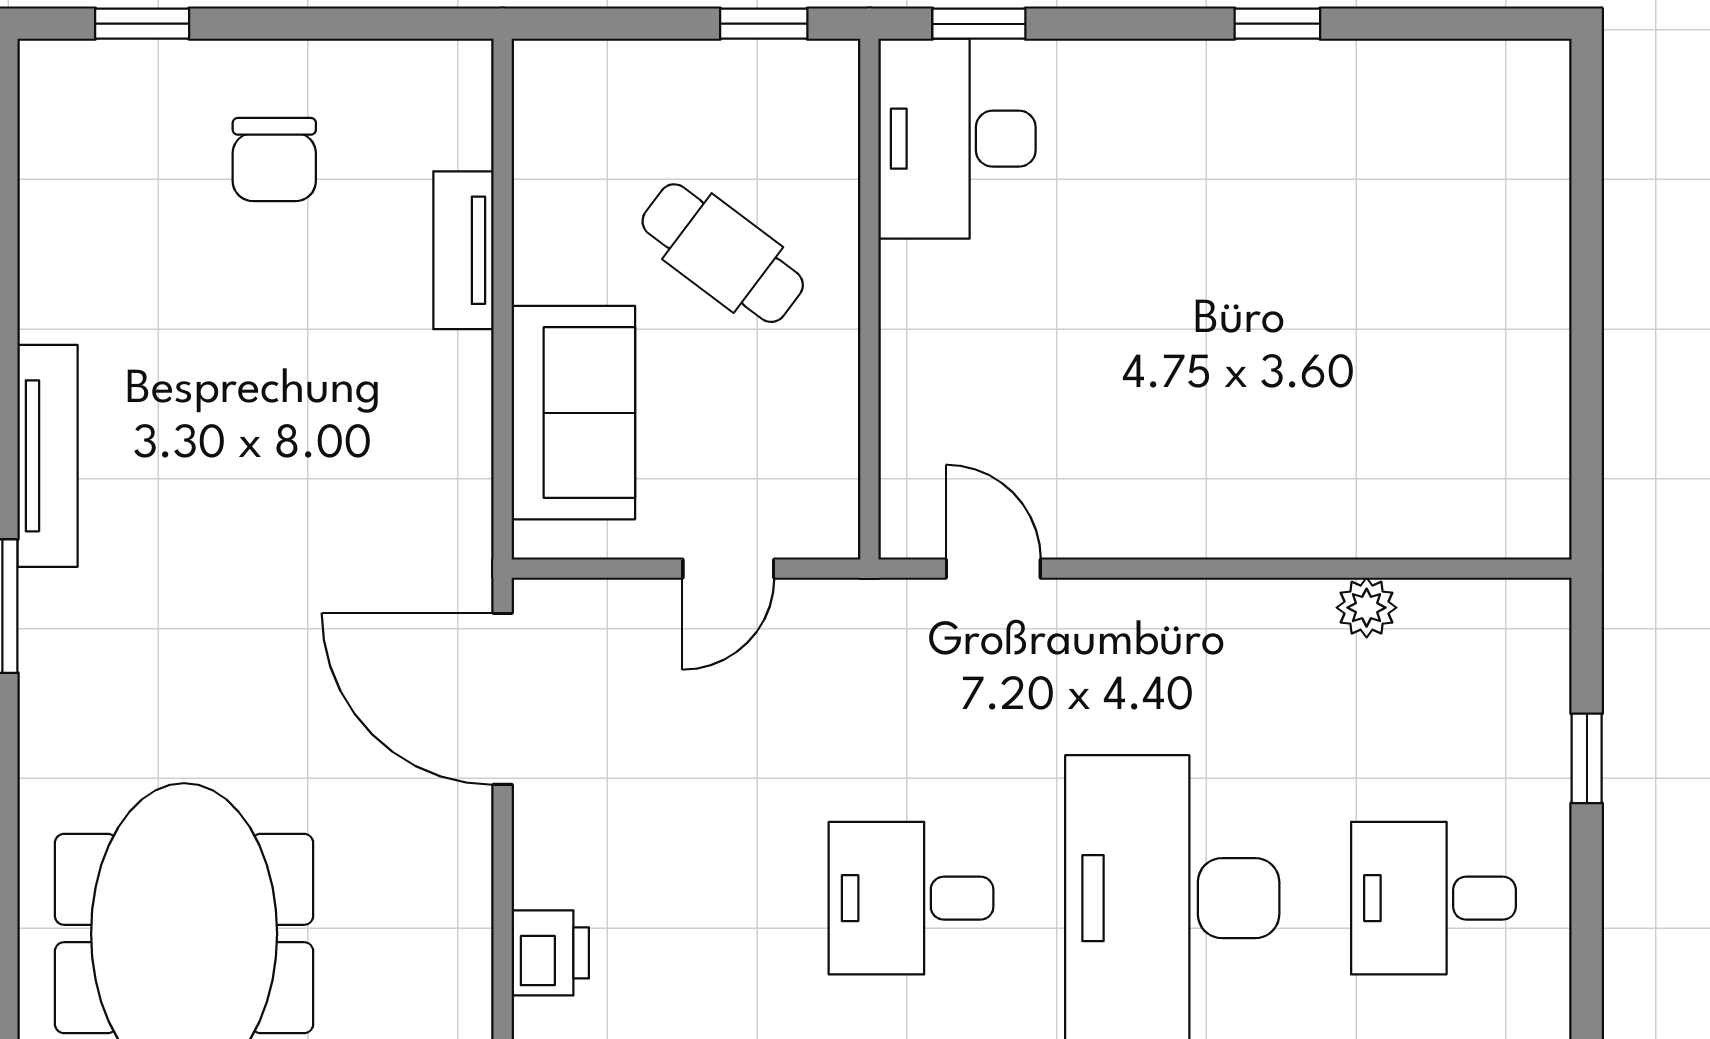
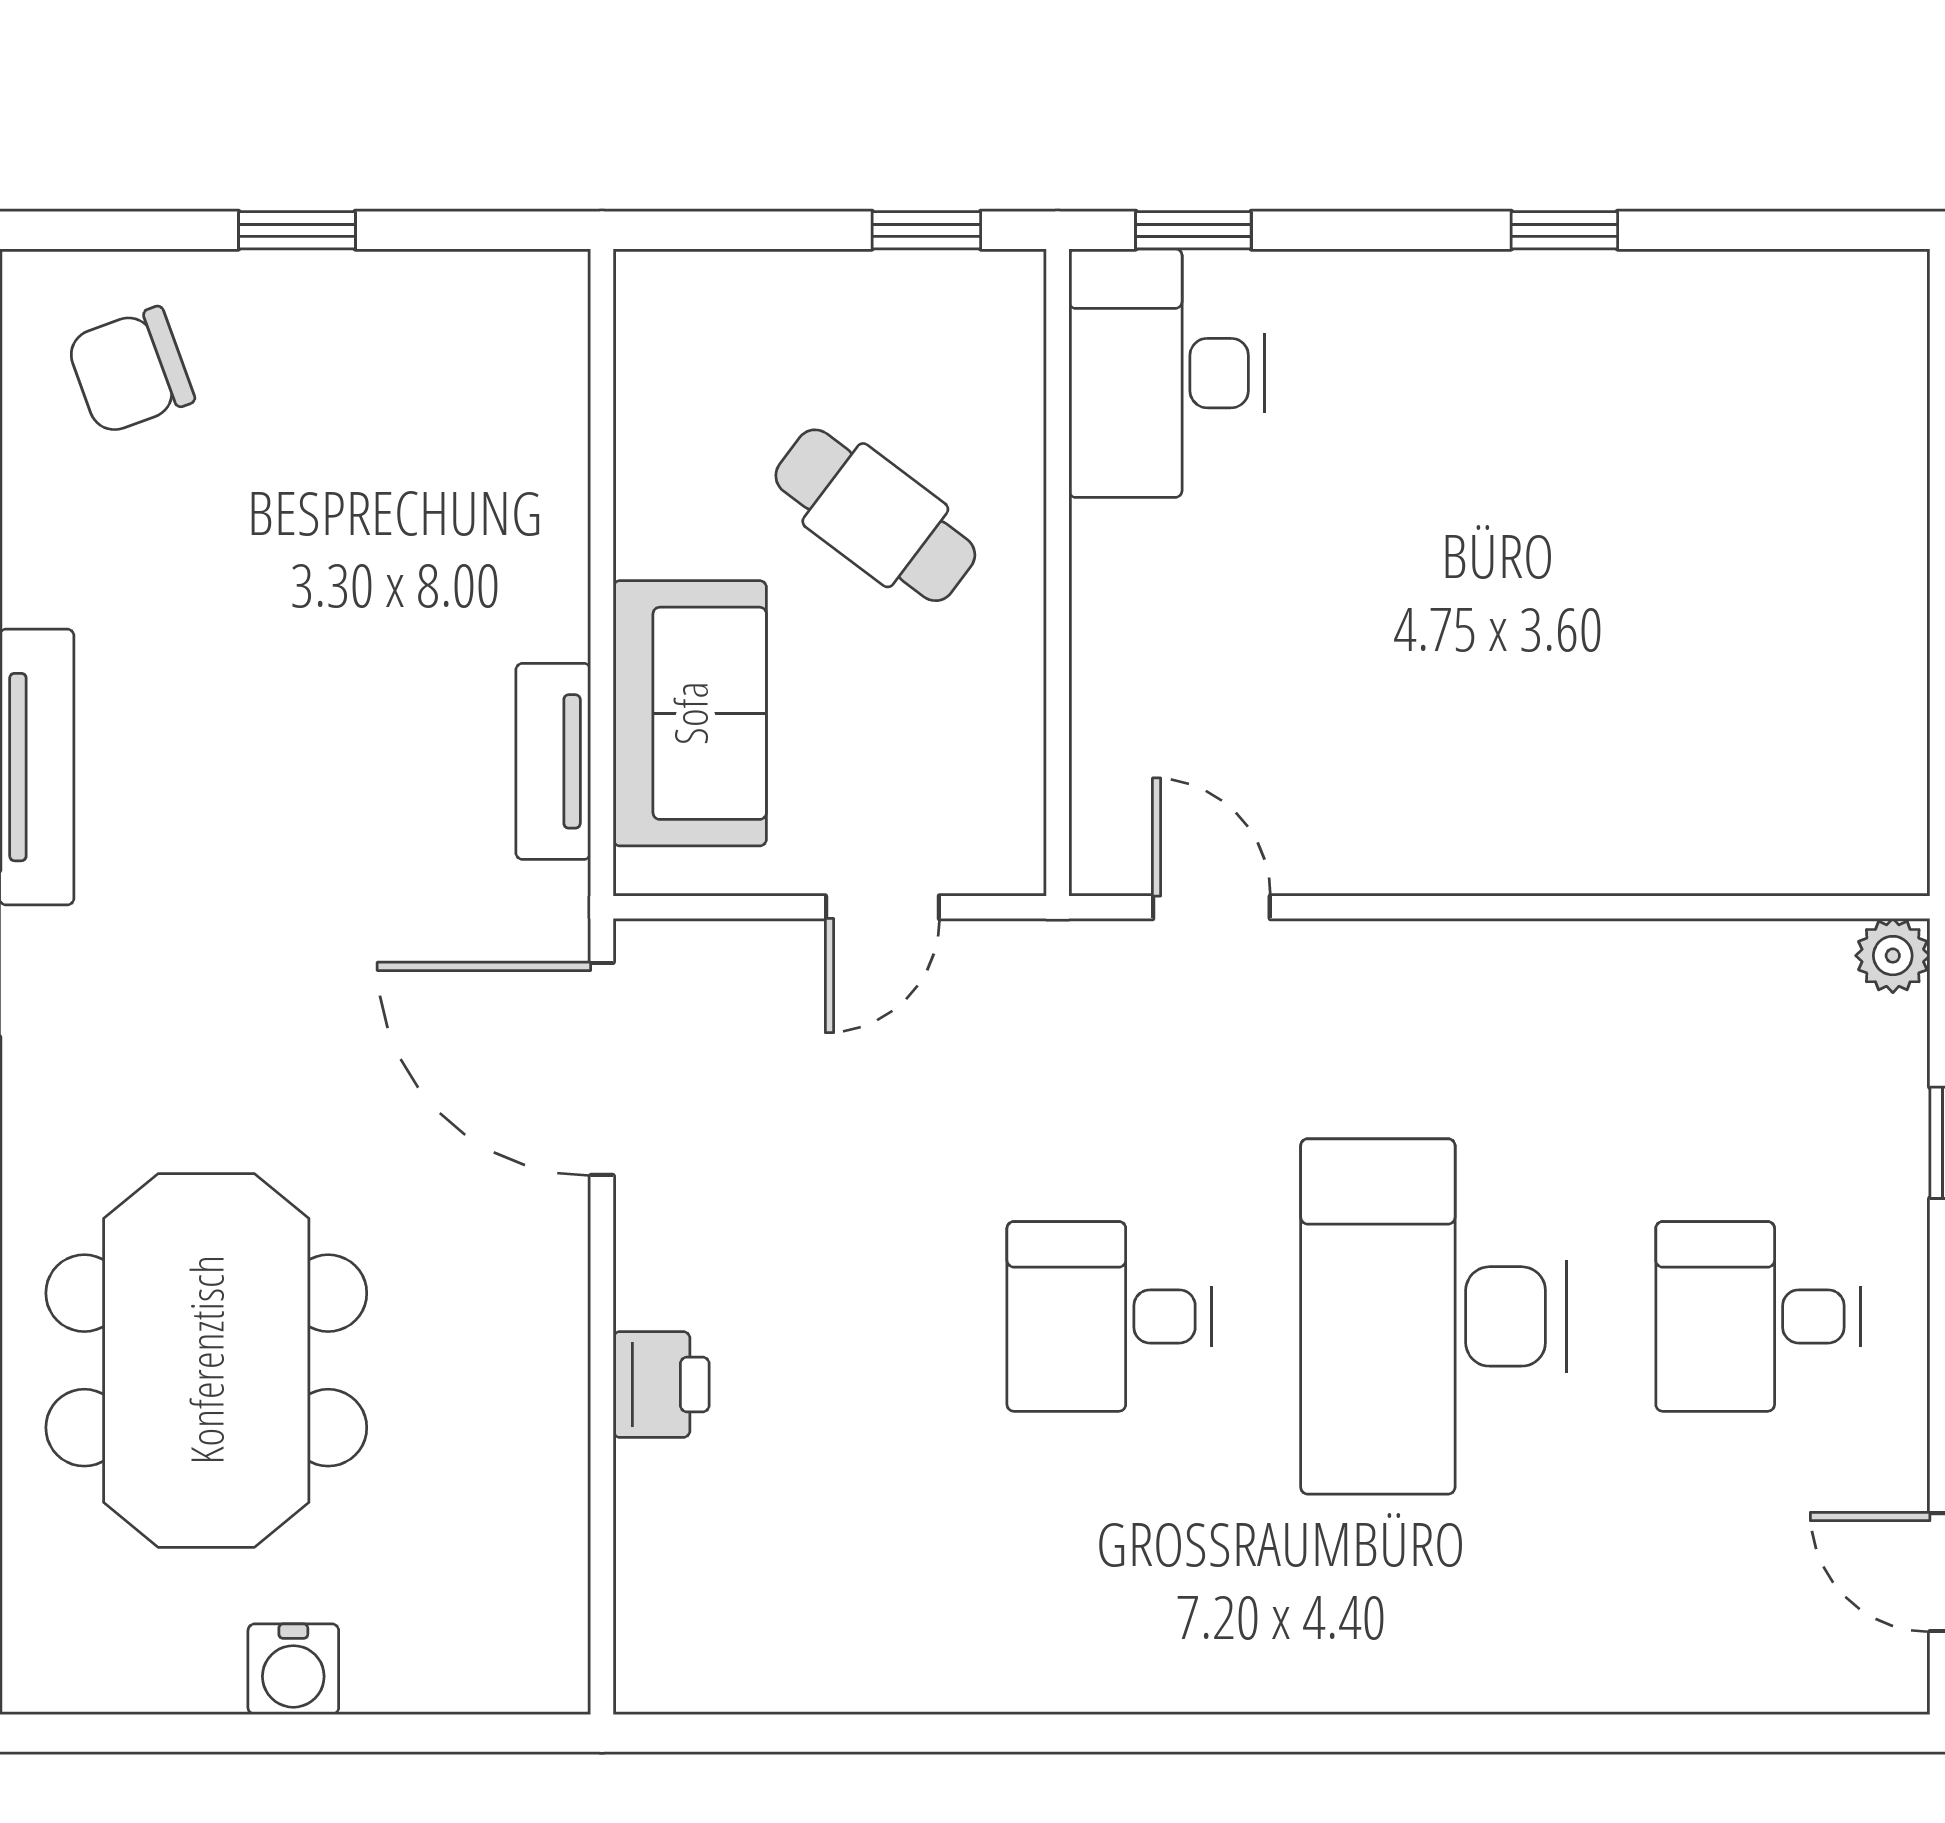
window: (142, 24) -> (297, 230), moved
chair: (274, 160) -> (130, 371), moved, turned 70
tv unit: (463, 250) -> (553, 761), moved
plant: (1367, 608) -> (1893, 956), moved

